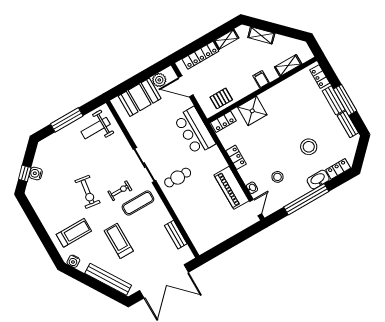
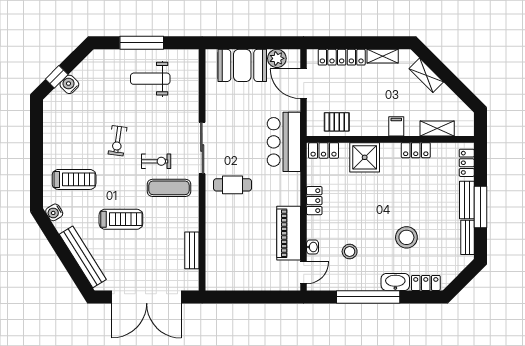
locker: (282, 87) -> (416, 150), added
weight bench: (96, 128) -> (150, 79), moved
exercise bike: (88, 192) -> (118, 141), width x0.73, depth x0.72
treadmill: (119, 241) -> (121, 219), turned 90

